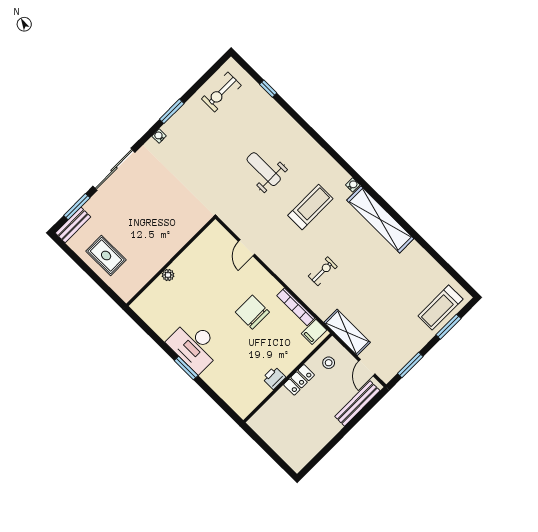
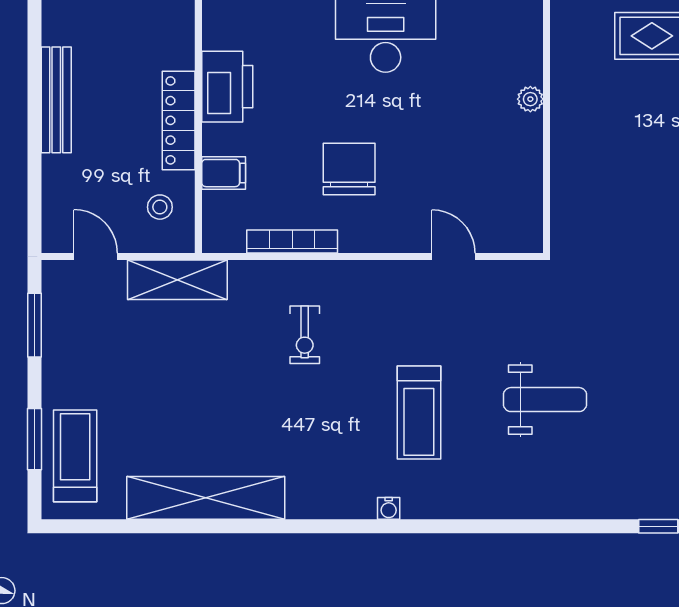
shelving: (380, 219) -> (206, 498), moved
chair: (252, 312) -> (349, 169), turned -90
filing cabinet: (314, 332) -> (224, 173), moved, turned 90
printer: (274, 378) -> (227, 87), width x1.87, depth x1.48
locker: (299, 380) -> (179, 120), width x1.53
bench: (357, 404) -> (56, 100), moved

